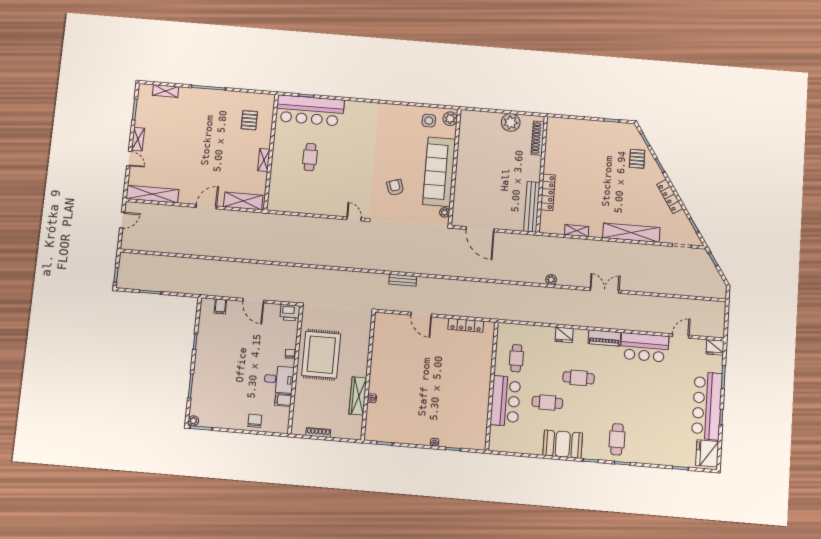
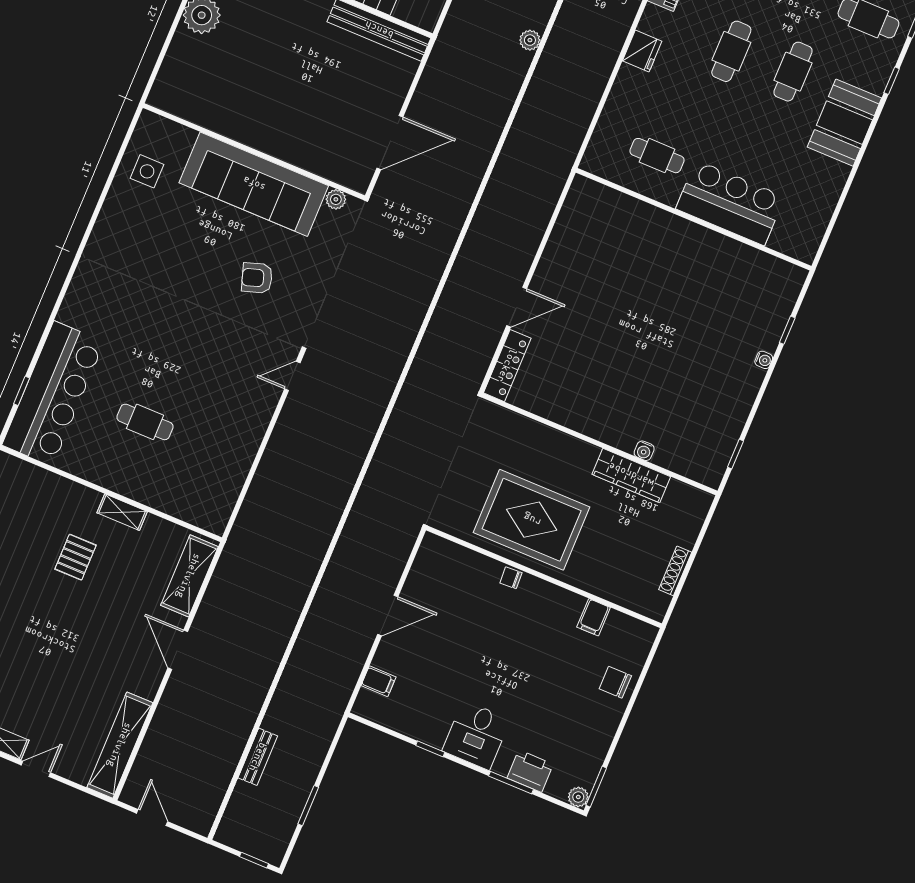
plant: (450, 119) -> (157, 129), removed
pallet: (249, 120) -> (75, 557), moved, turned 90
bench: (403, 280) -> (258, 757), moved
printer: (290, 313) -> (530, 771), moved, turned -90
locker: (466, 325) -> (507, 366), moved
desk: (279, 379) -> (476, 735), moved, turned 180
cafe table: (547, 402) -> (793, 72), moved

